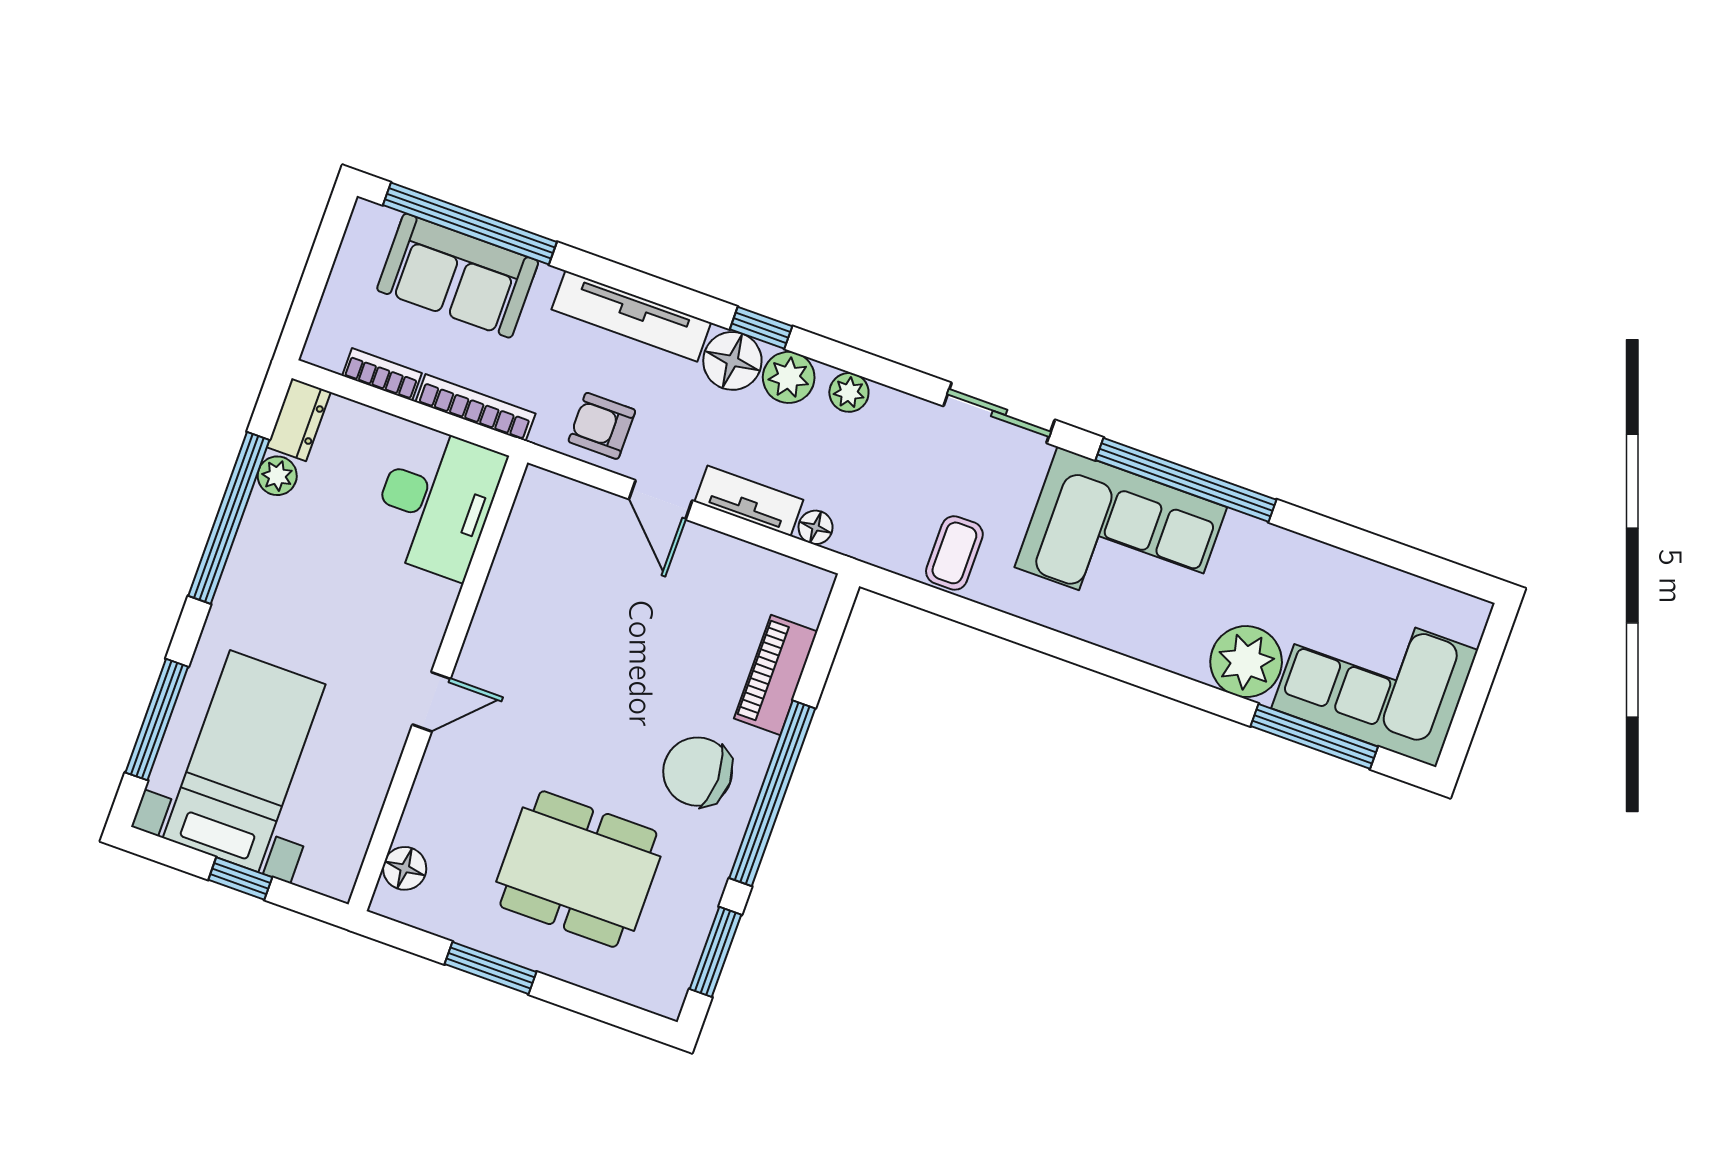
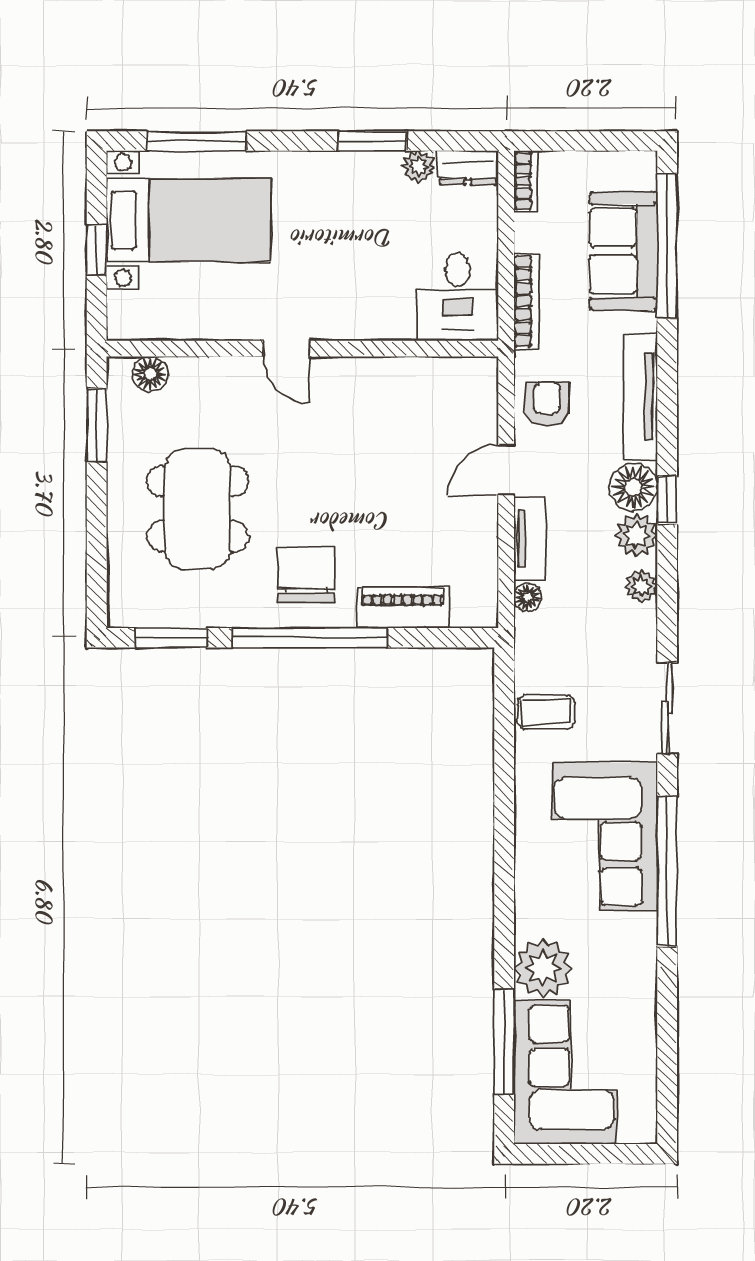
bookcase: (382, 374) -> (526, 181), moved
desk: (436, 502) -> (458, 297), width x0.73
window: (229, 518) -> (373, 141), width x0.47
window: (491, 968) -> (97, 425), moved

